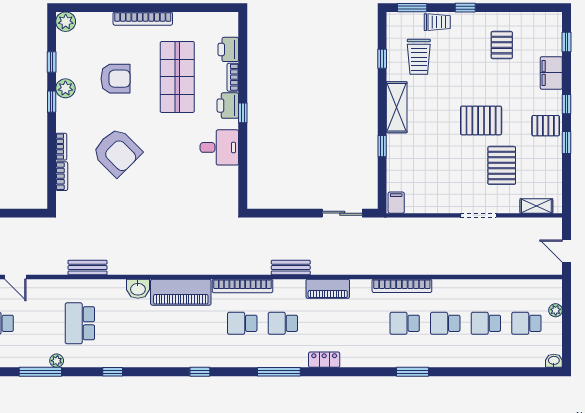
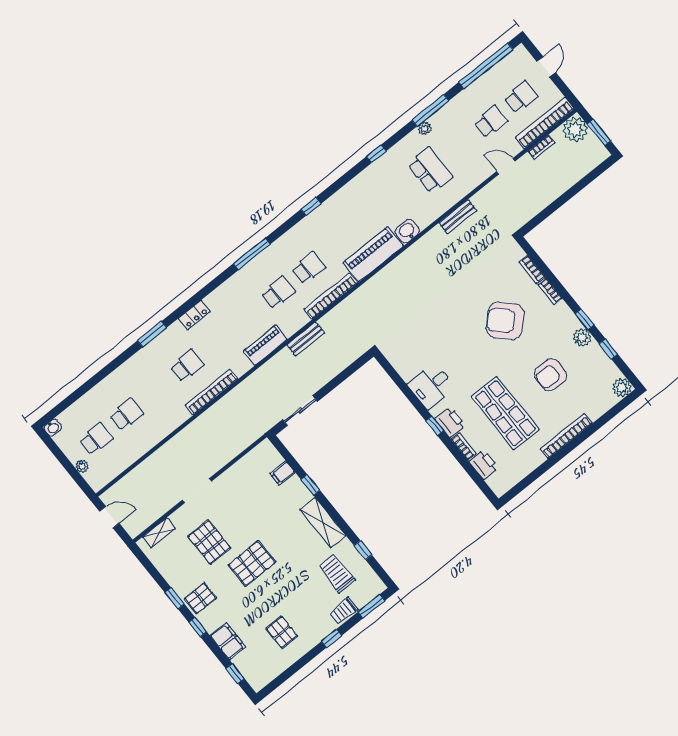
filing cabinet: (396, 203) -> (282, 473), moved, turned 90
school desk: (445, 323) -> (157, 390), removed
locker: (324, 360) -> (194, 315), moved

